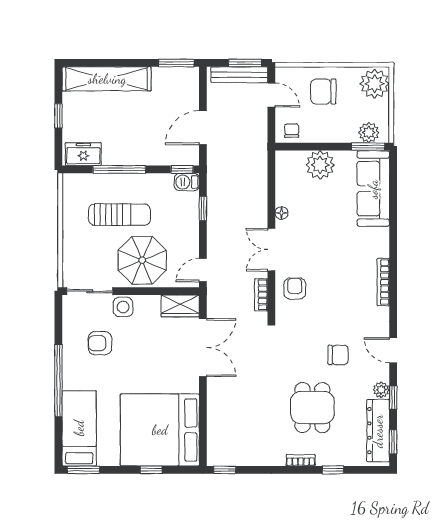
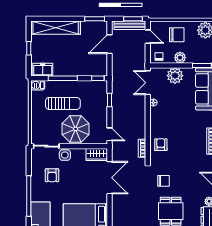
chair: (323, 92) -> (177, 35), turned 180
door: (203, 128) -> (109, 44), moved
plant: (369, 133) -> (180, 58), moved
barbecue: (187, 182) -> (38, 85), moved
double door: (271, 250) -> (148, 83), moved
door: (203, 270) -> (109, 134), swing flipped
armchair: (100, 343) -> (52, 175), turned -90
chair: (338, 355) -> (163, 181), moved

